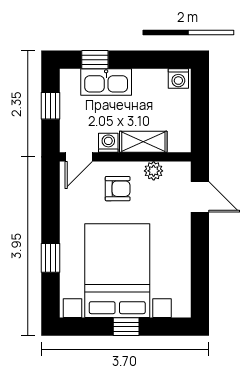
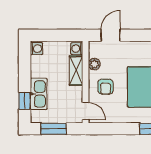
window: (50, 106) -> (54, 129), width x1.50
washing machine: (108, 143) -> (77, 49), moved
armchair: (118, 189) -> (105, 87), turned 180

